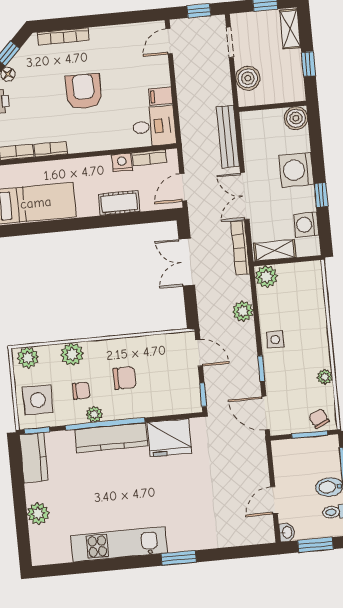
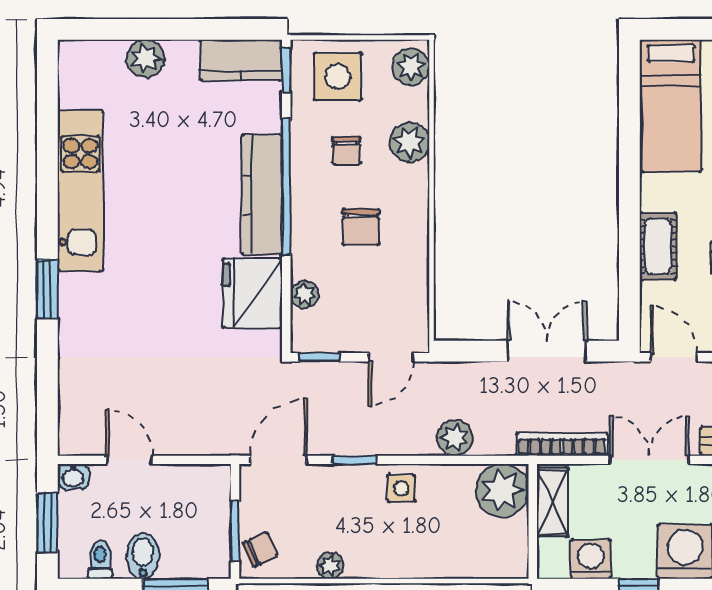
plant: (266, 277) -> (502, 490), width x1.36, depth x1.36
plant: (94, 414) -> (304, 294), moved

